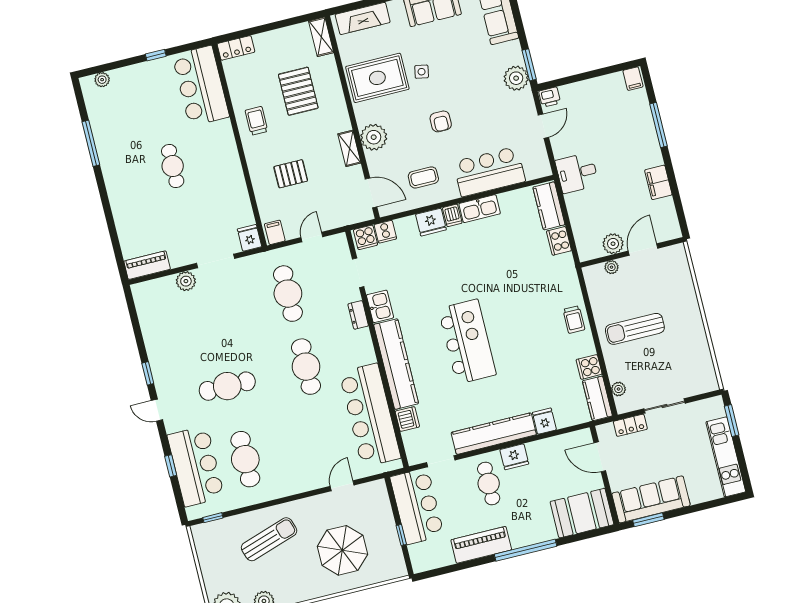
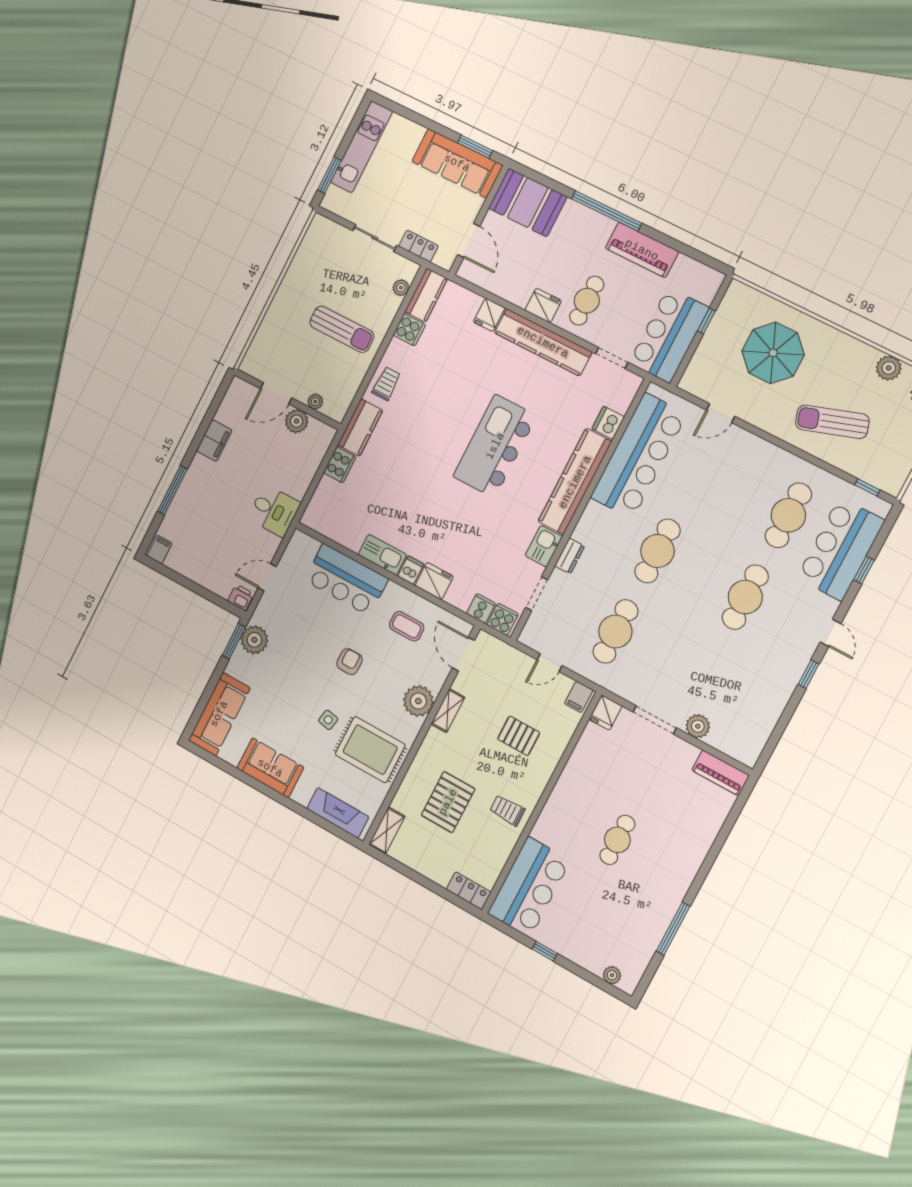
trolley: (256, 121) -> (507, 810), turned 90
kitchen counter: (549, 206) -> (360, 428), moved
cafe table: (227, 386) -> (745, 597), turned 90

